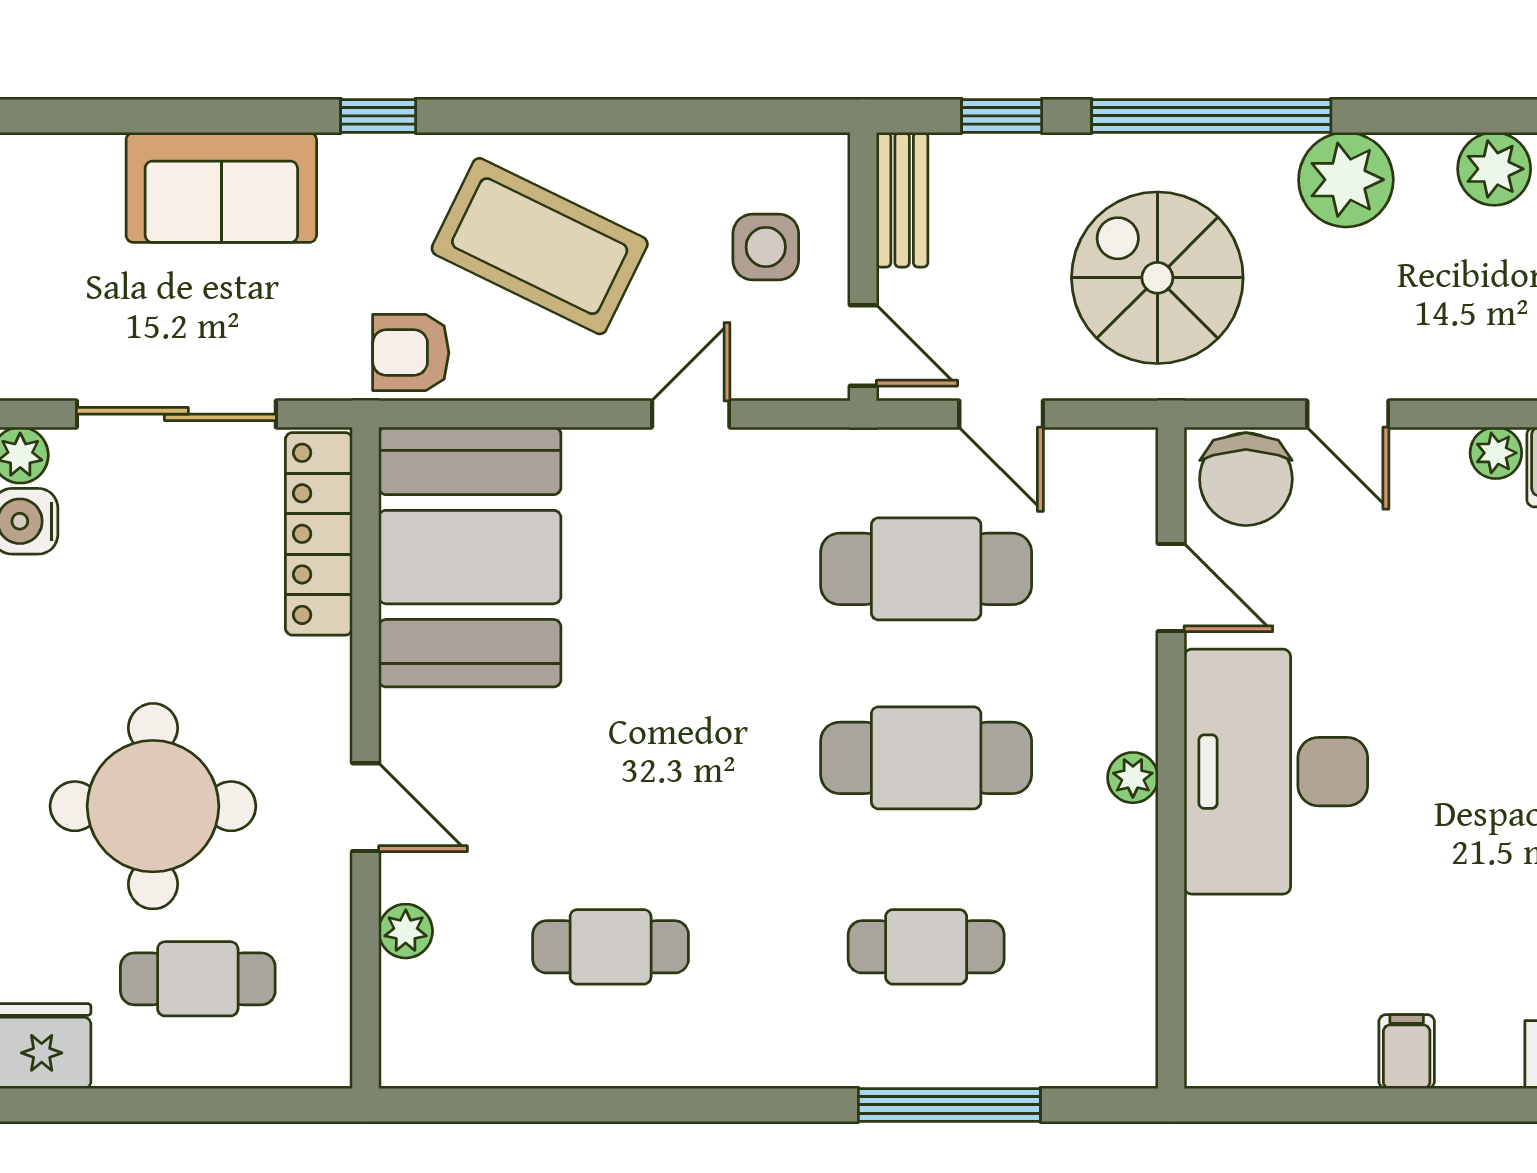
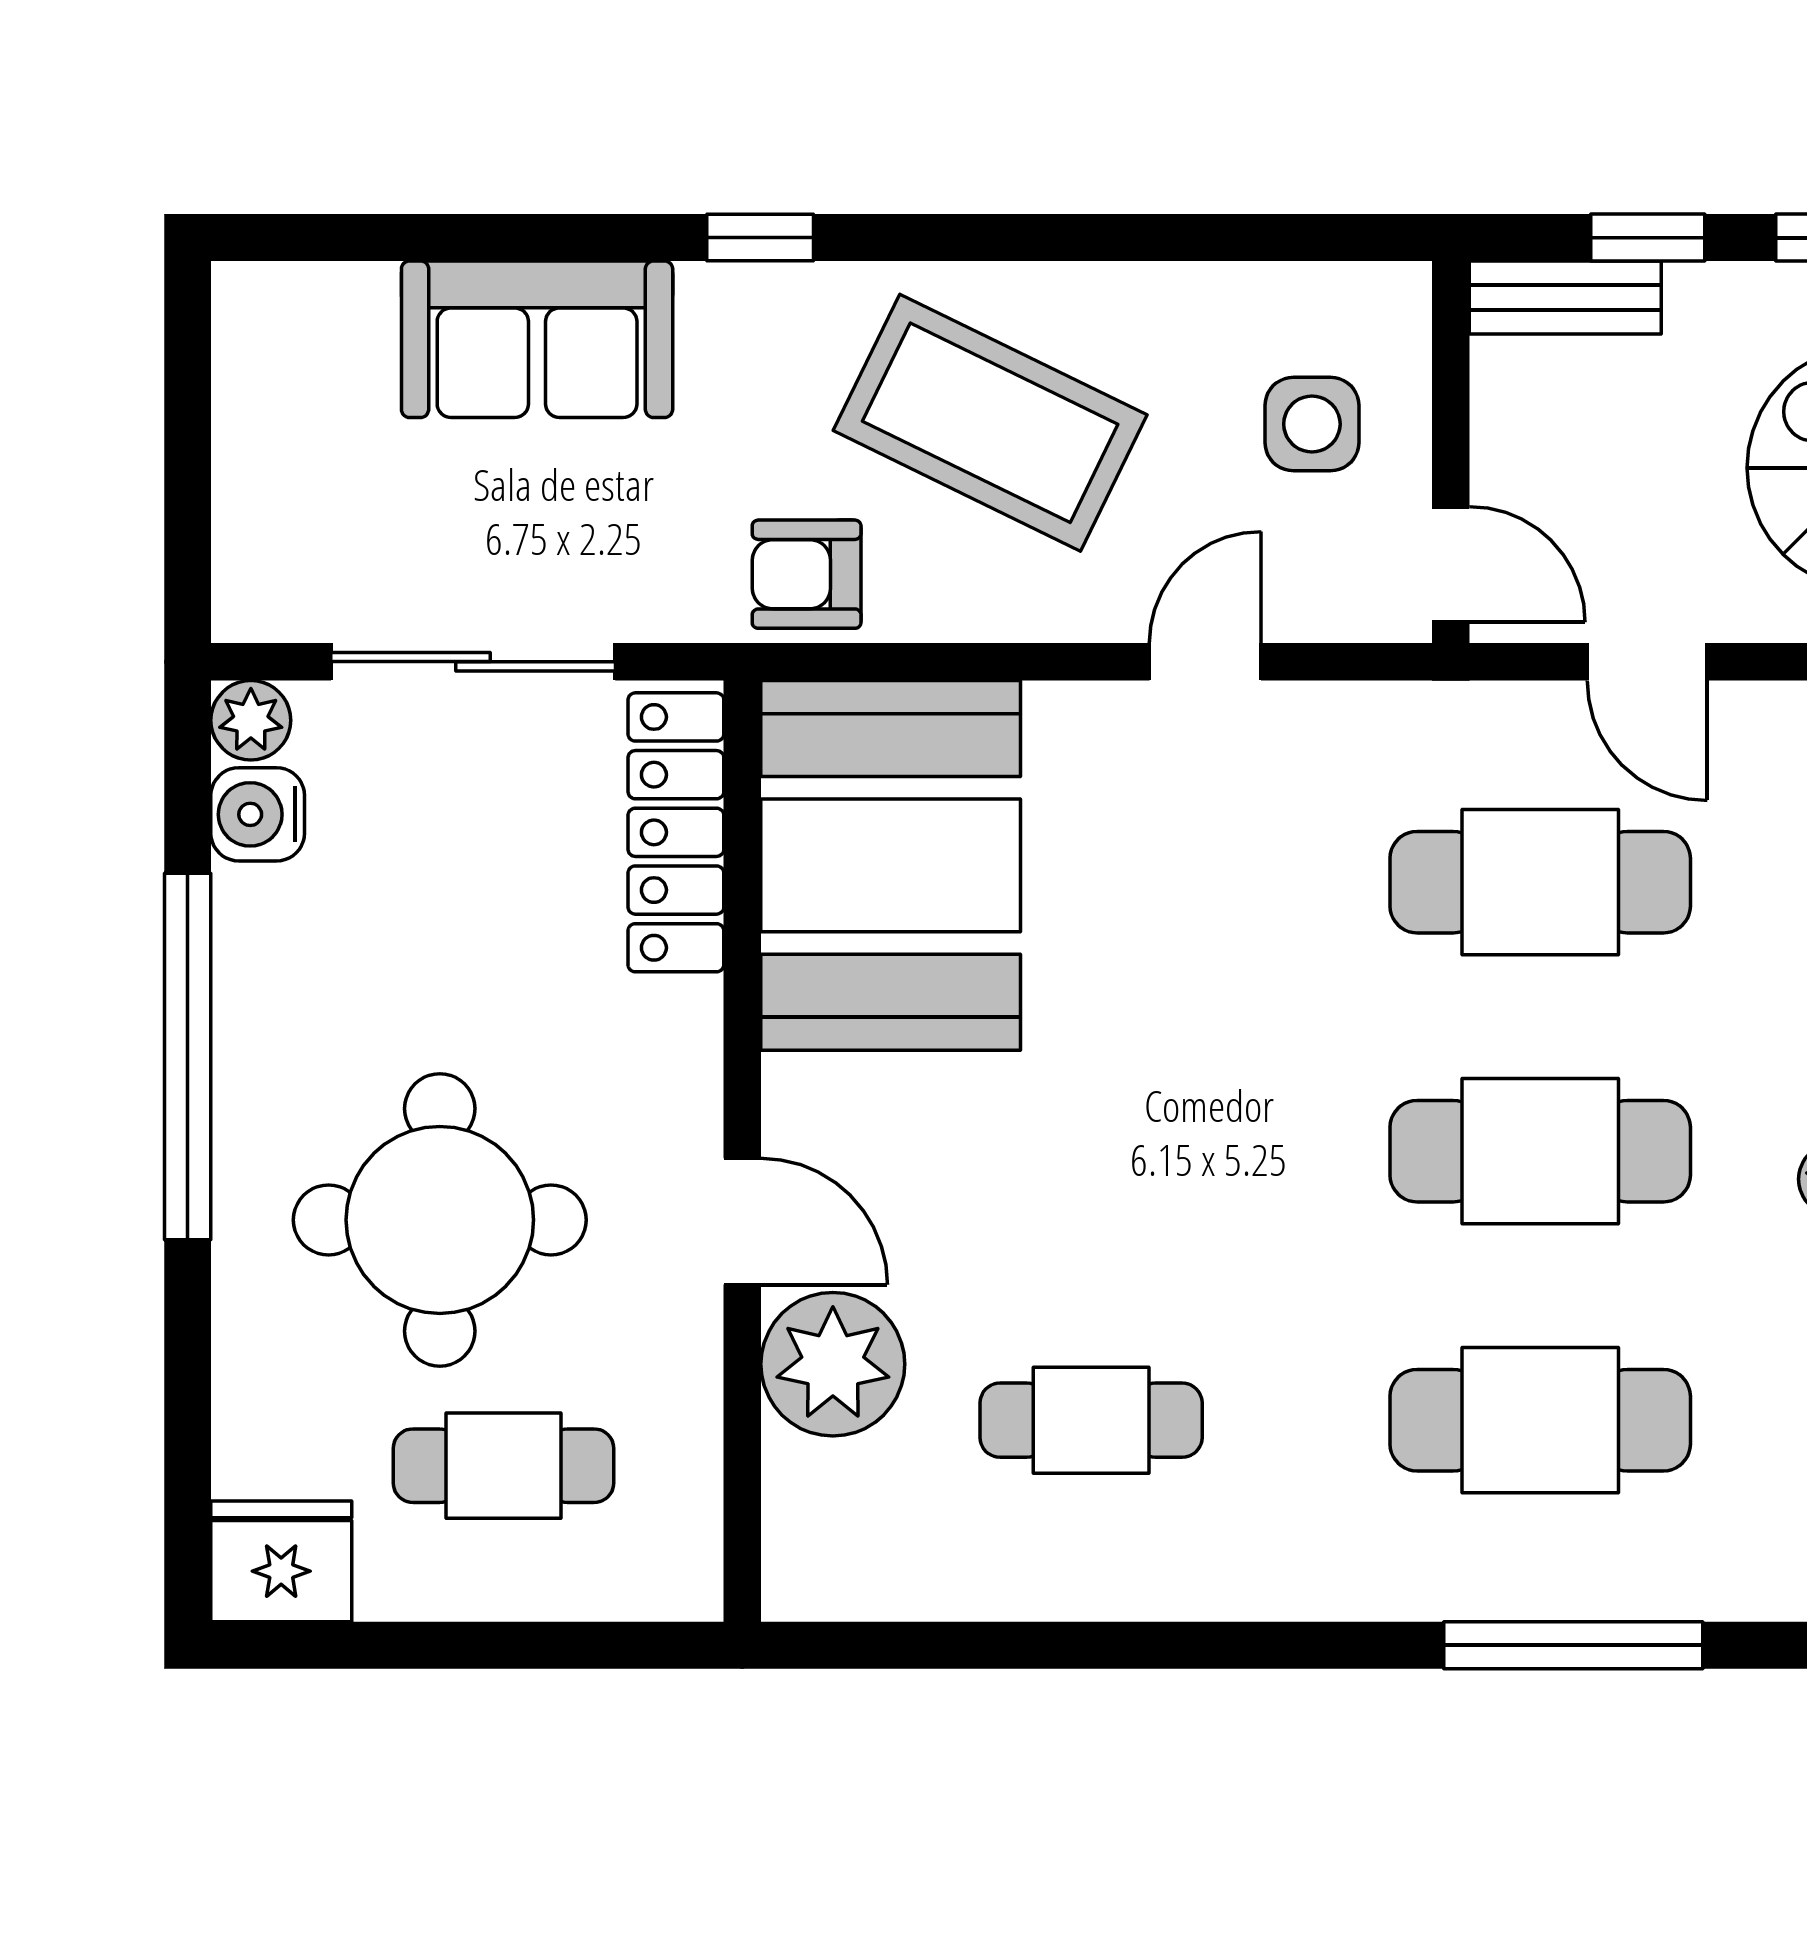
bench: (902, 200) -> (1565, 297), moved, turned 90
plant: (406, 931) -> (833, 1364), width x1.87, depth x1.87
cafe table: (926, 947) -> (1540, 1420), width x1.37, depth x1.35

